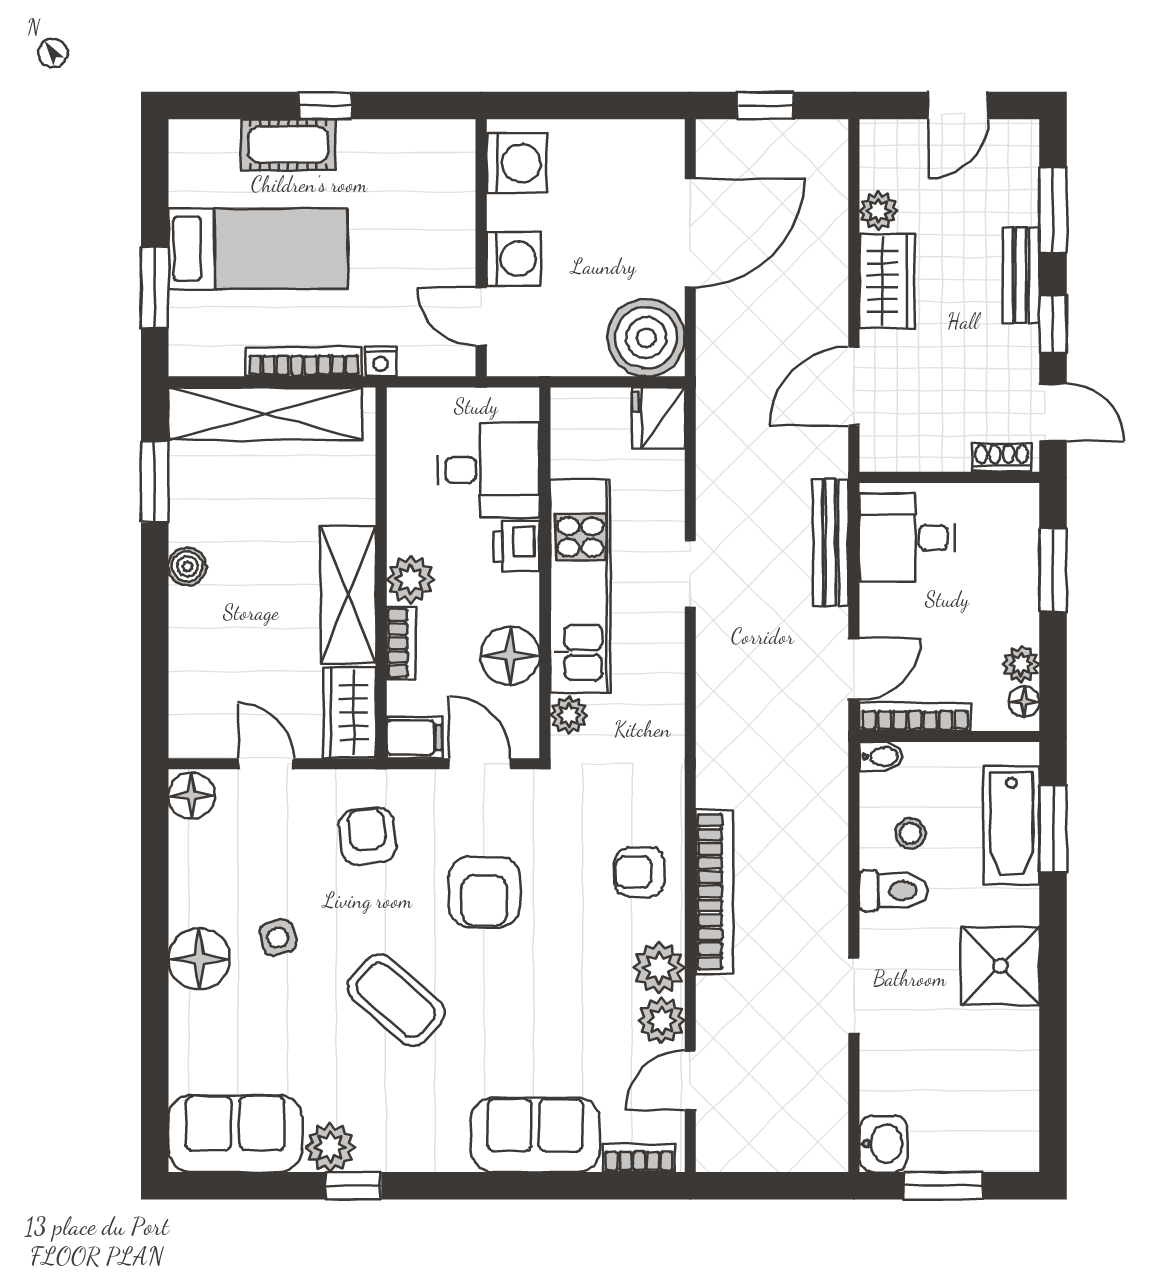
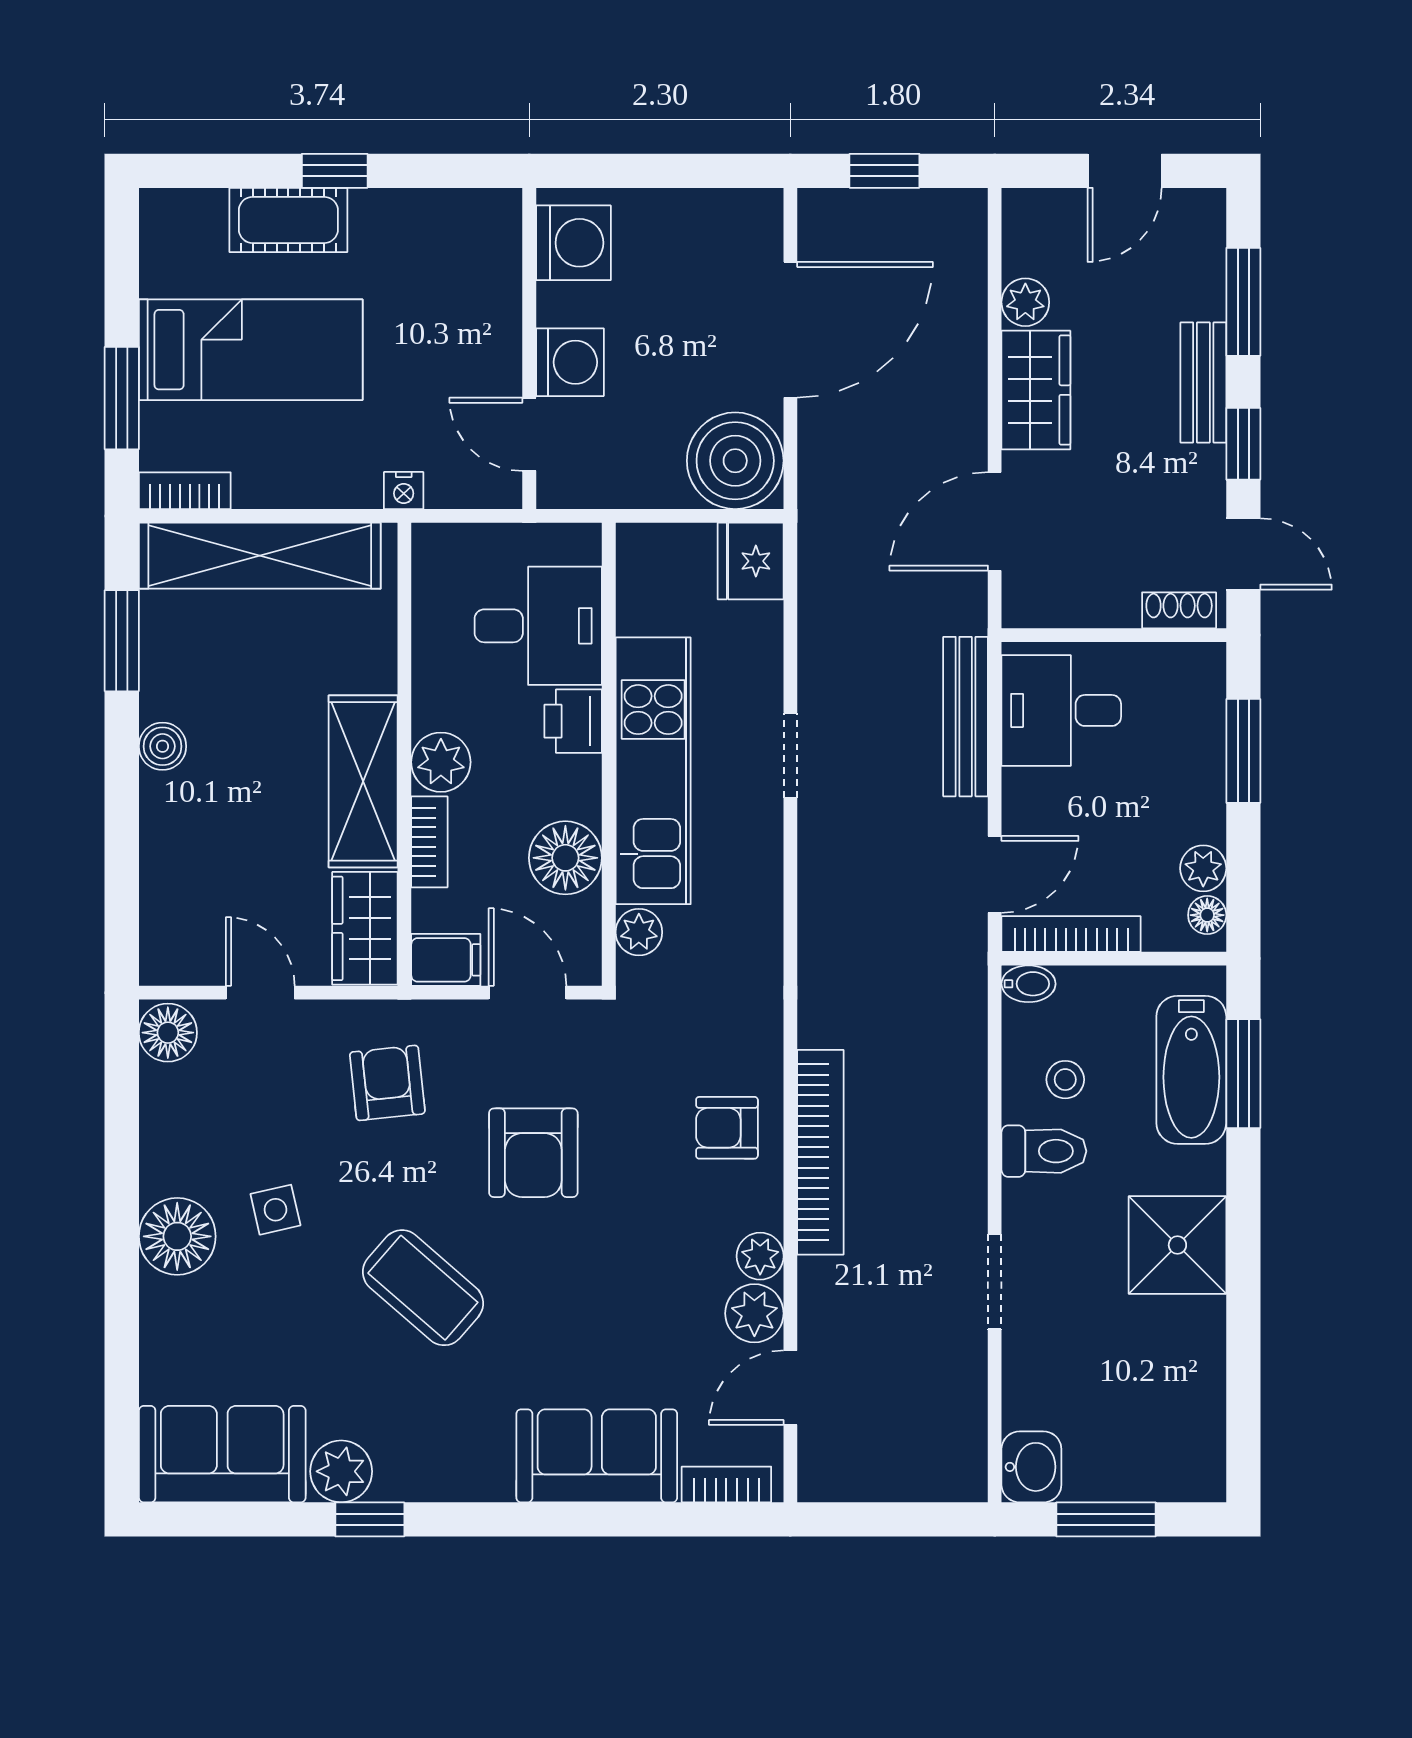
bookcase: (304, 362) -> (185, 491), moved, width x0.64
plant: (659, 968) -> (760, 1256), width x0.73, depth x0.73

